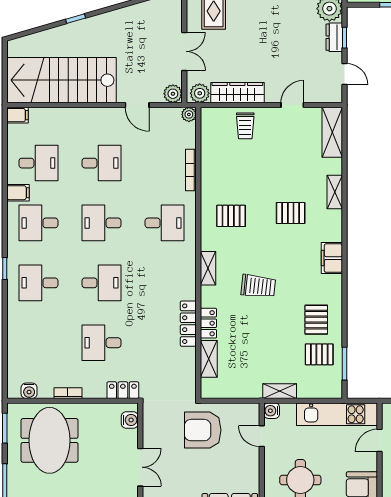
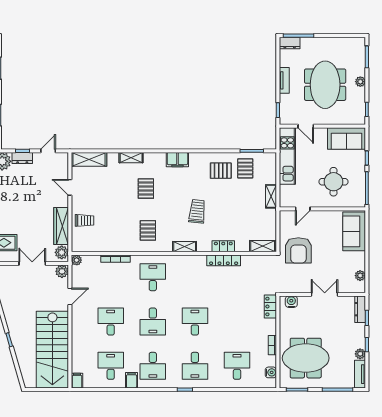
desk: (102, 343) -> (237, 366), moved, turned 180
shelving: (209, 359) -> (263, 246), moved
water cooler: (272, 411) -> (285, 202), removed

